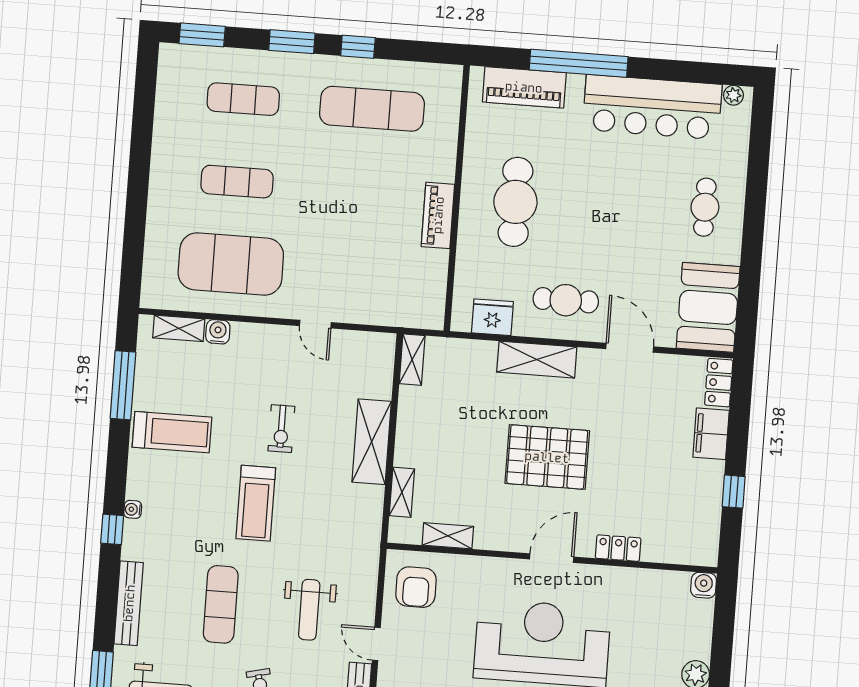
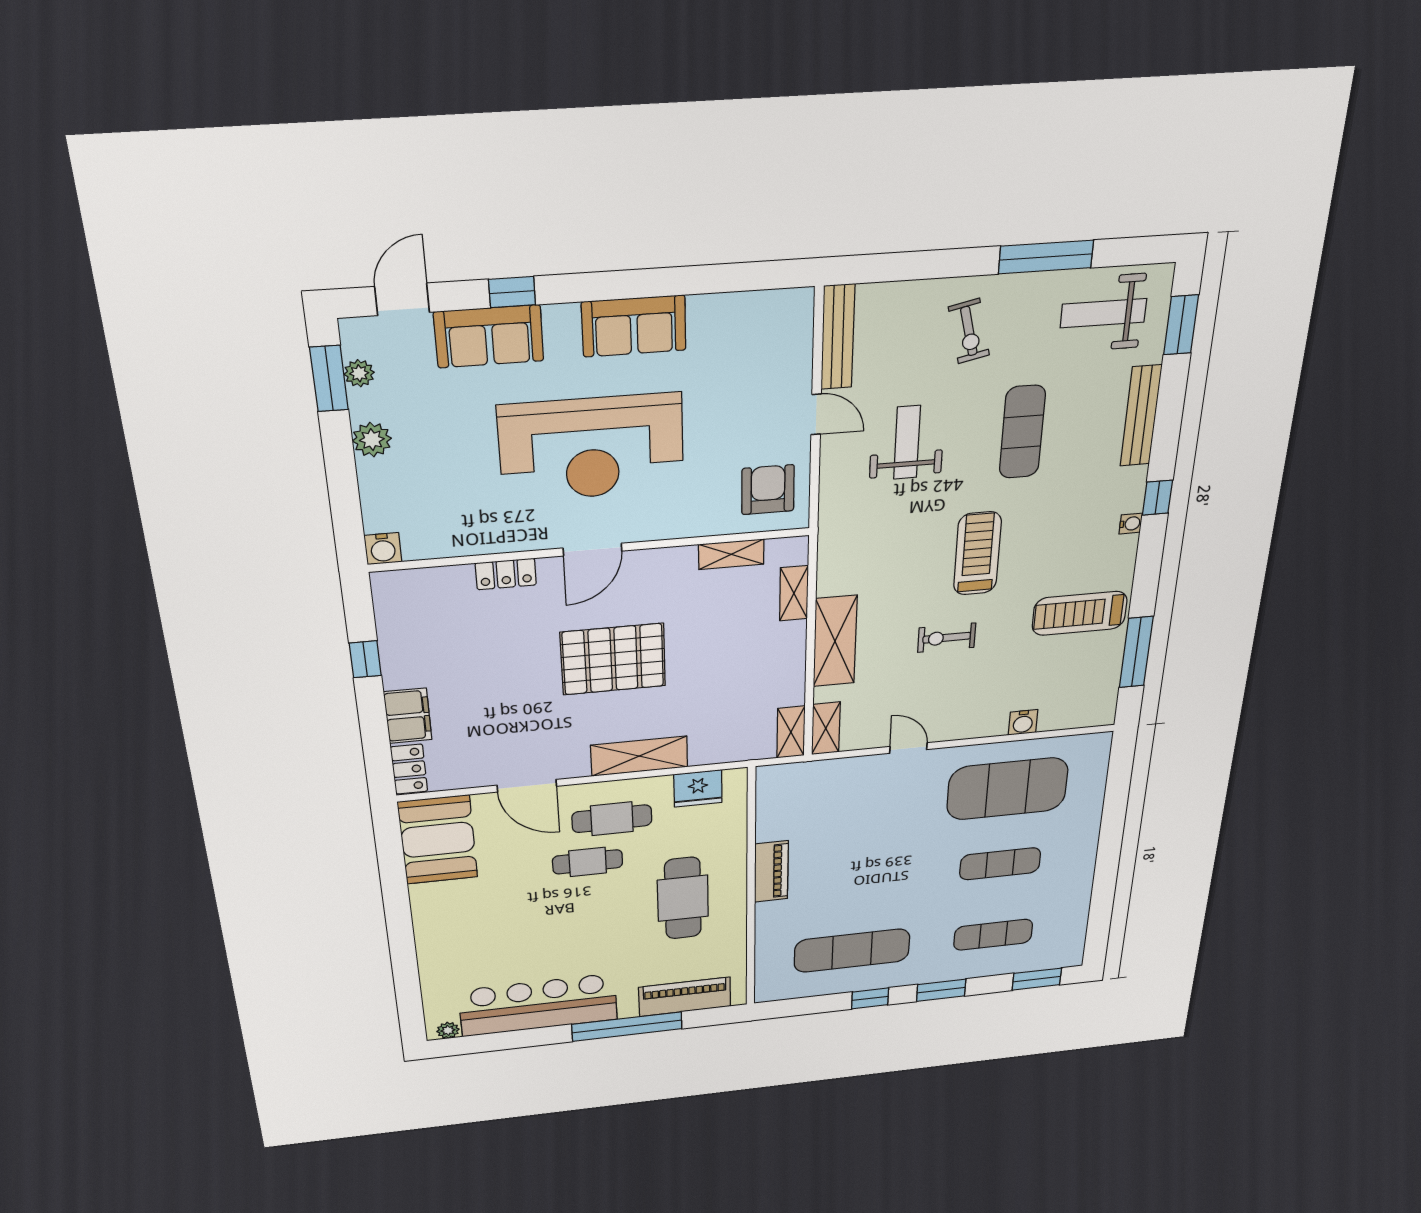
cafe table: (705, 207) -> (588, 862), moved, turned 90
shelving: (179, 328) -> (826, 728), moved, turned 90
exercise bike: (281, 429) -> (947, 638), turned -90

